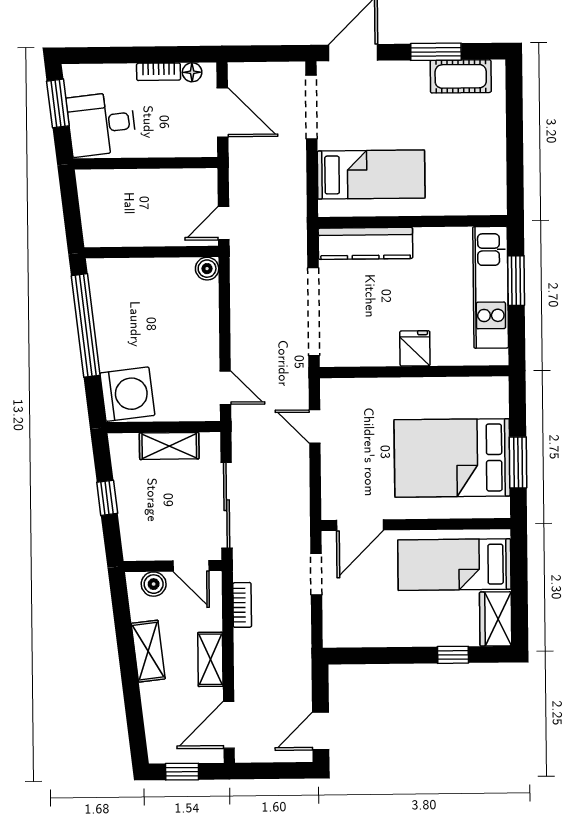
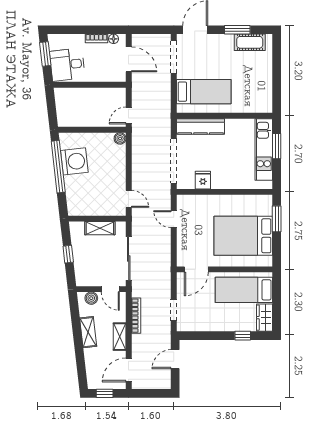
fridge: (415, 348) -> (203, 180), moved
washing machine: (127, 394) -> (74, 161), moved
window: (518, 462) -> (277, 219), moved
doorway: (316, 574) -> (174, 310), moved
bookcase: (242, 605) -> (136, 316), width x1.56
door: (321, 731) -> (175, 359), moved

